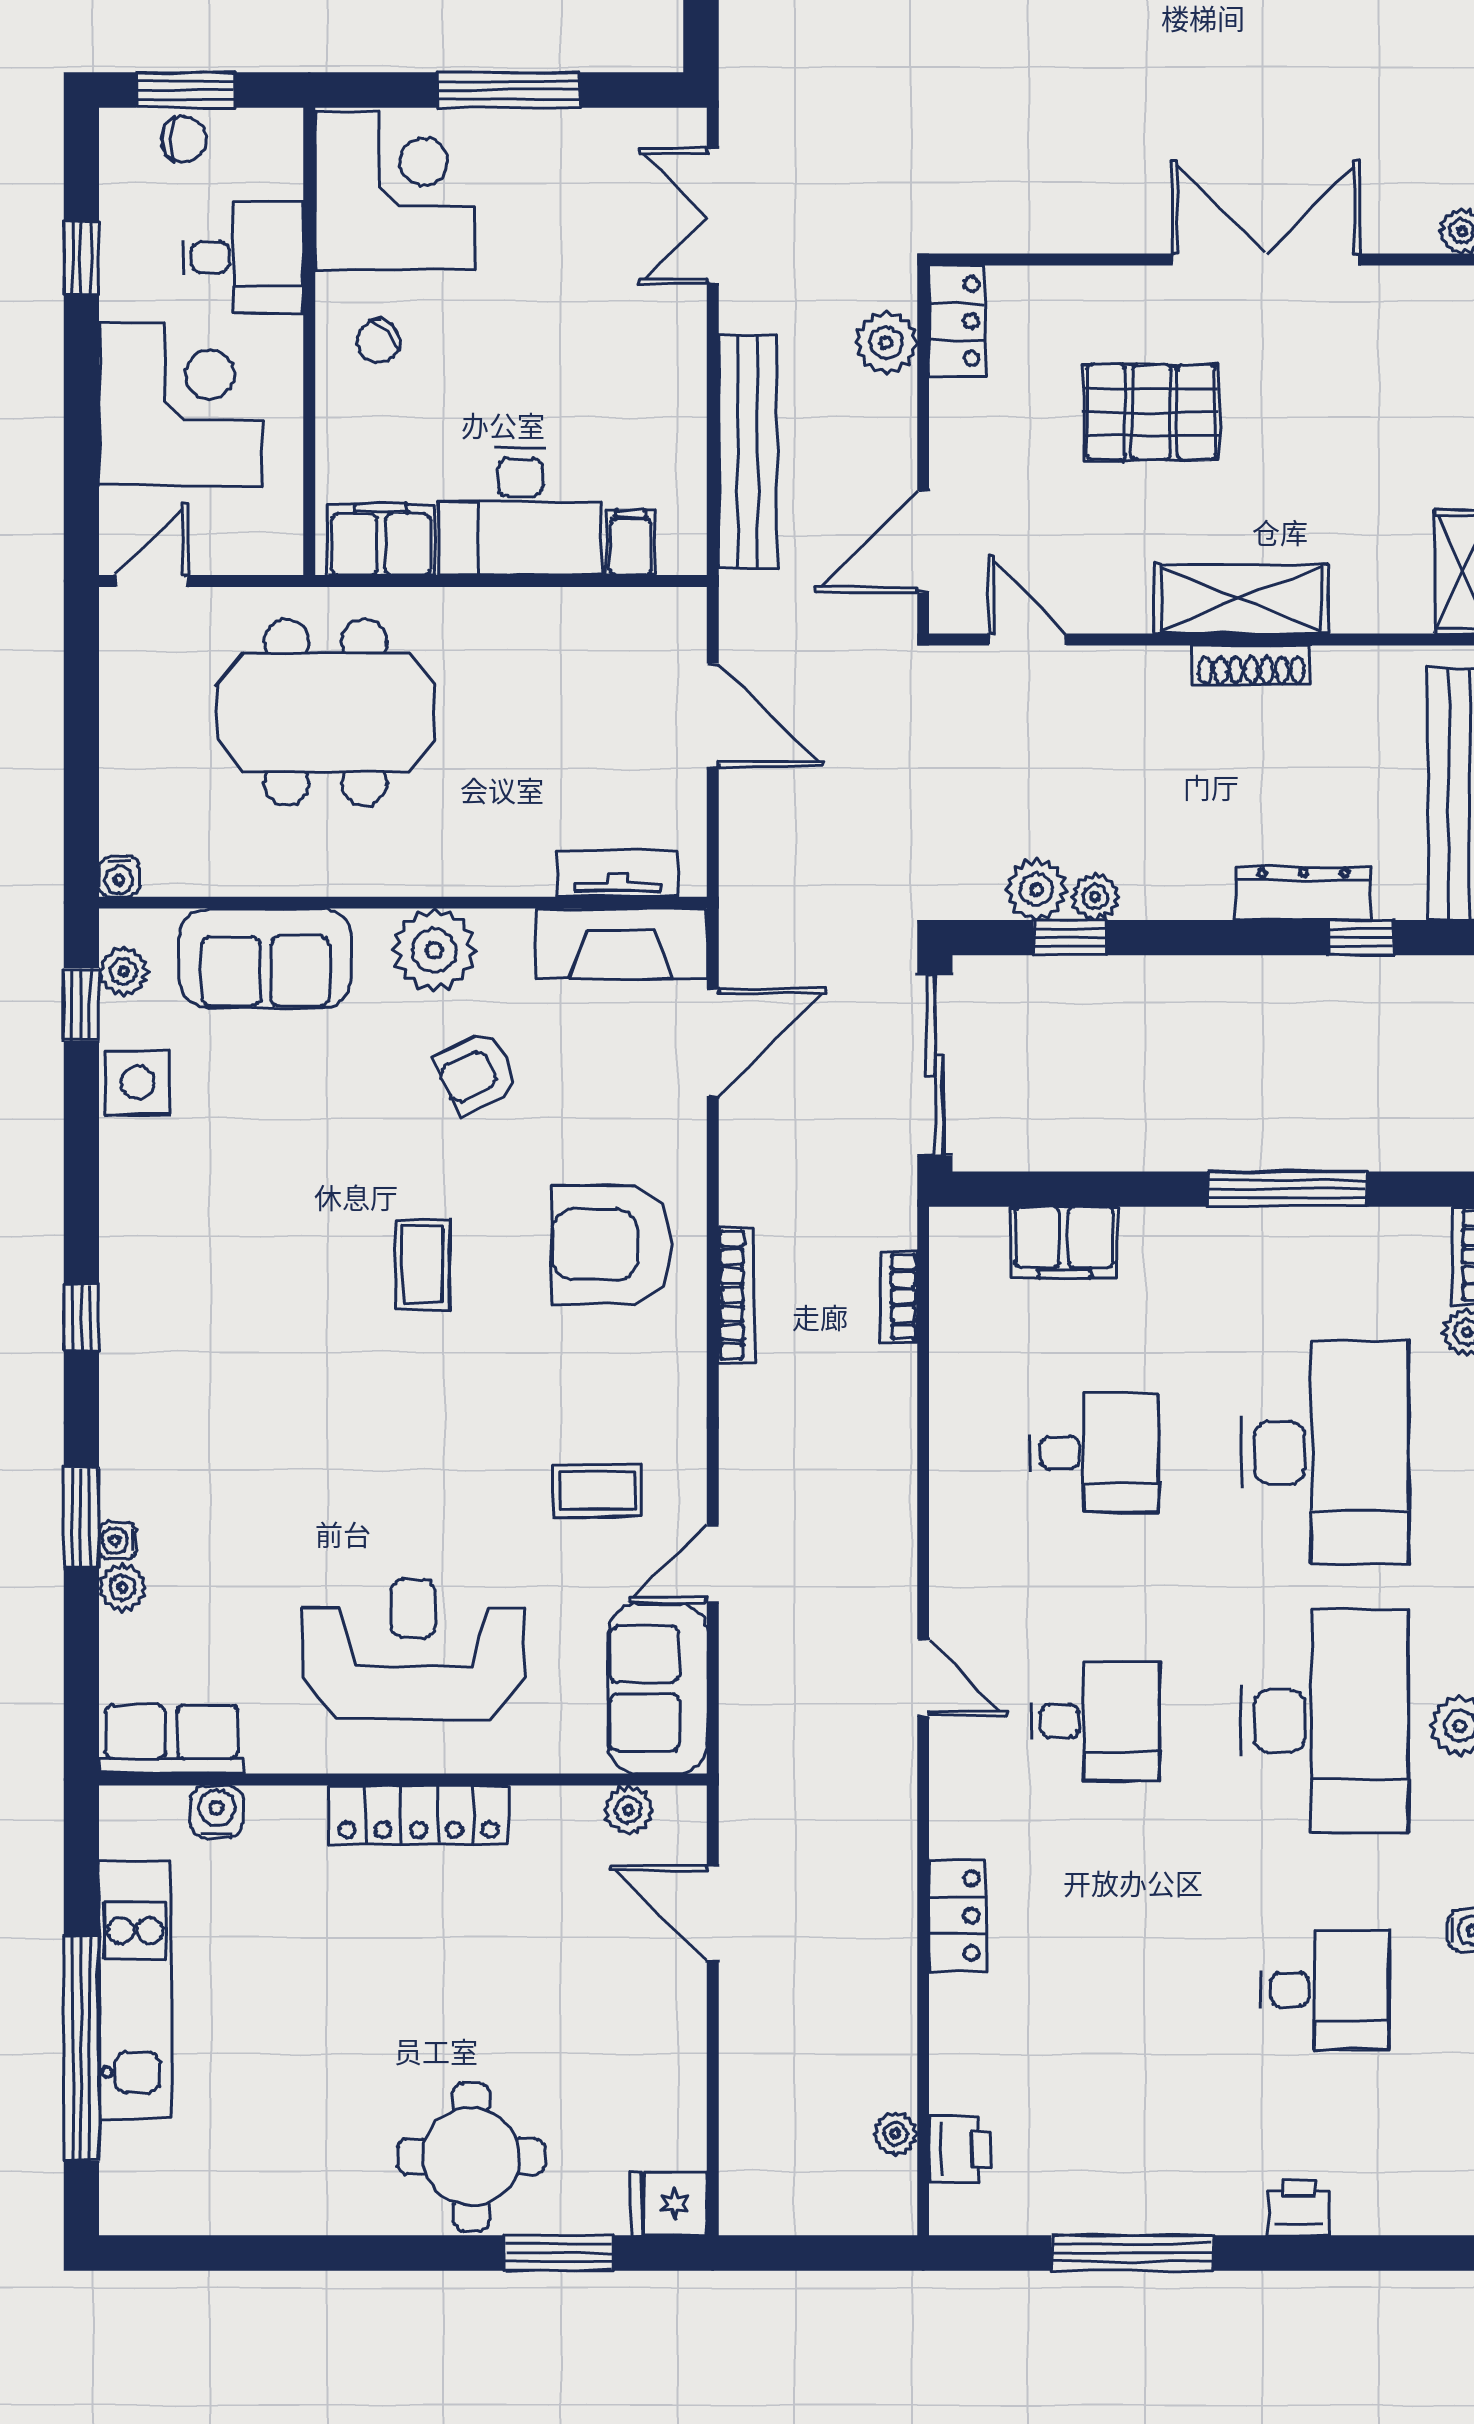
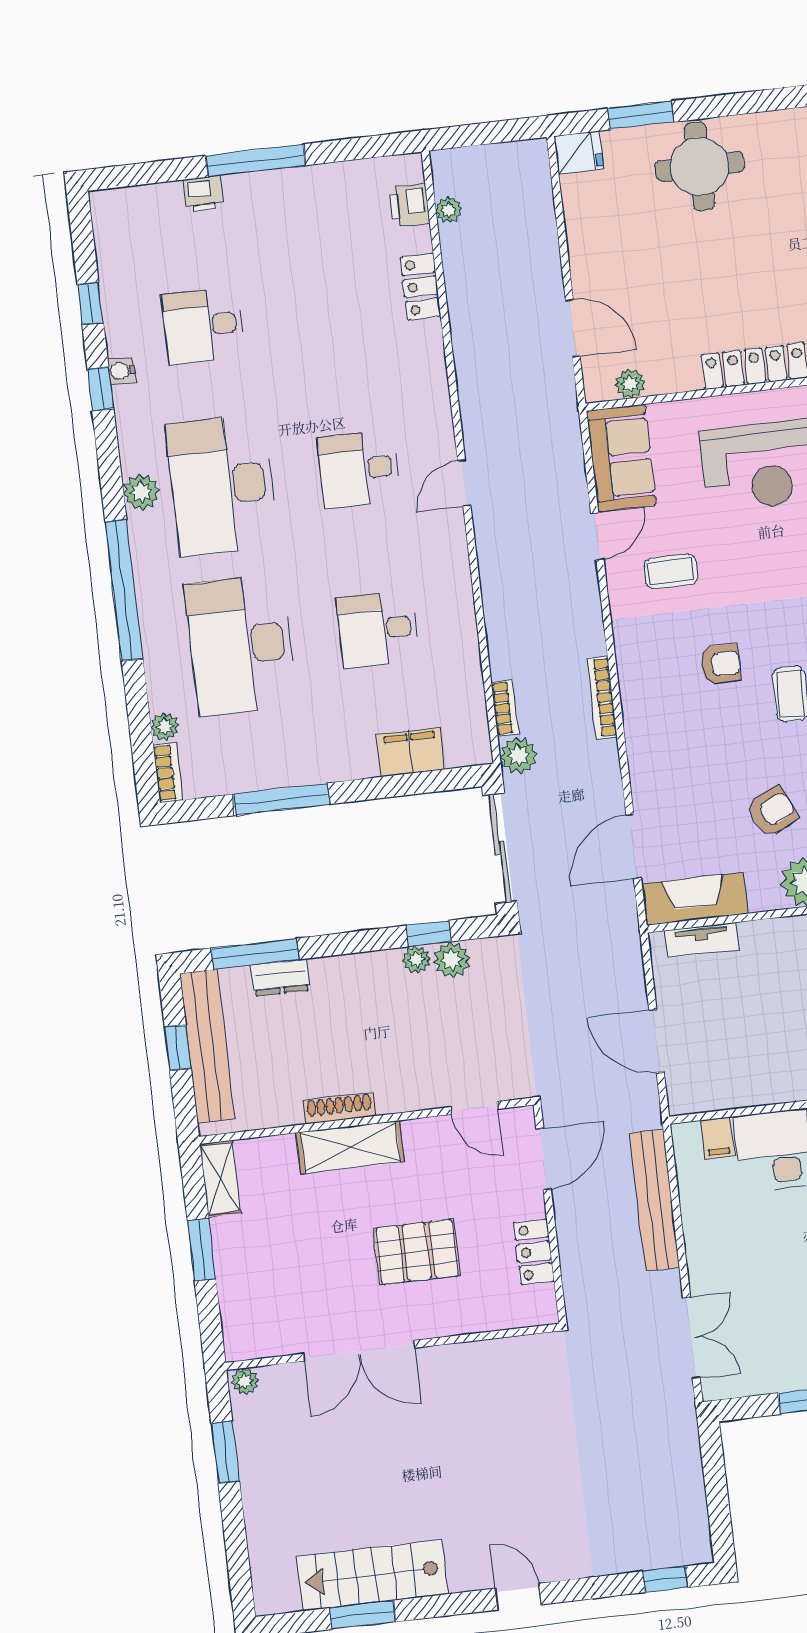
locker: (957, 321) -> (534, 1252), moved
plant: (886, 343) -> (518, 755), moved
dresser: (1303, 894) -> (280, 977), width x0.70
window: (1361, 938) -> (255, 954), width x2.17
armchair: (612, 1244) -> (721, 664), moved, width x0.53, depth x0.53
door: (923, 1678) -> (464, 483), hinge flipped
locker: (957, 1916) -> (420, 287), moved
window: (1132, 2253) -> (255, 161), moved

